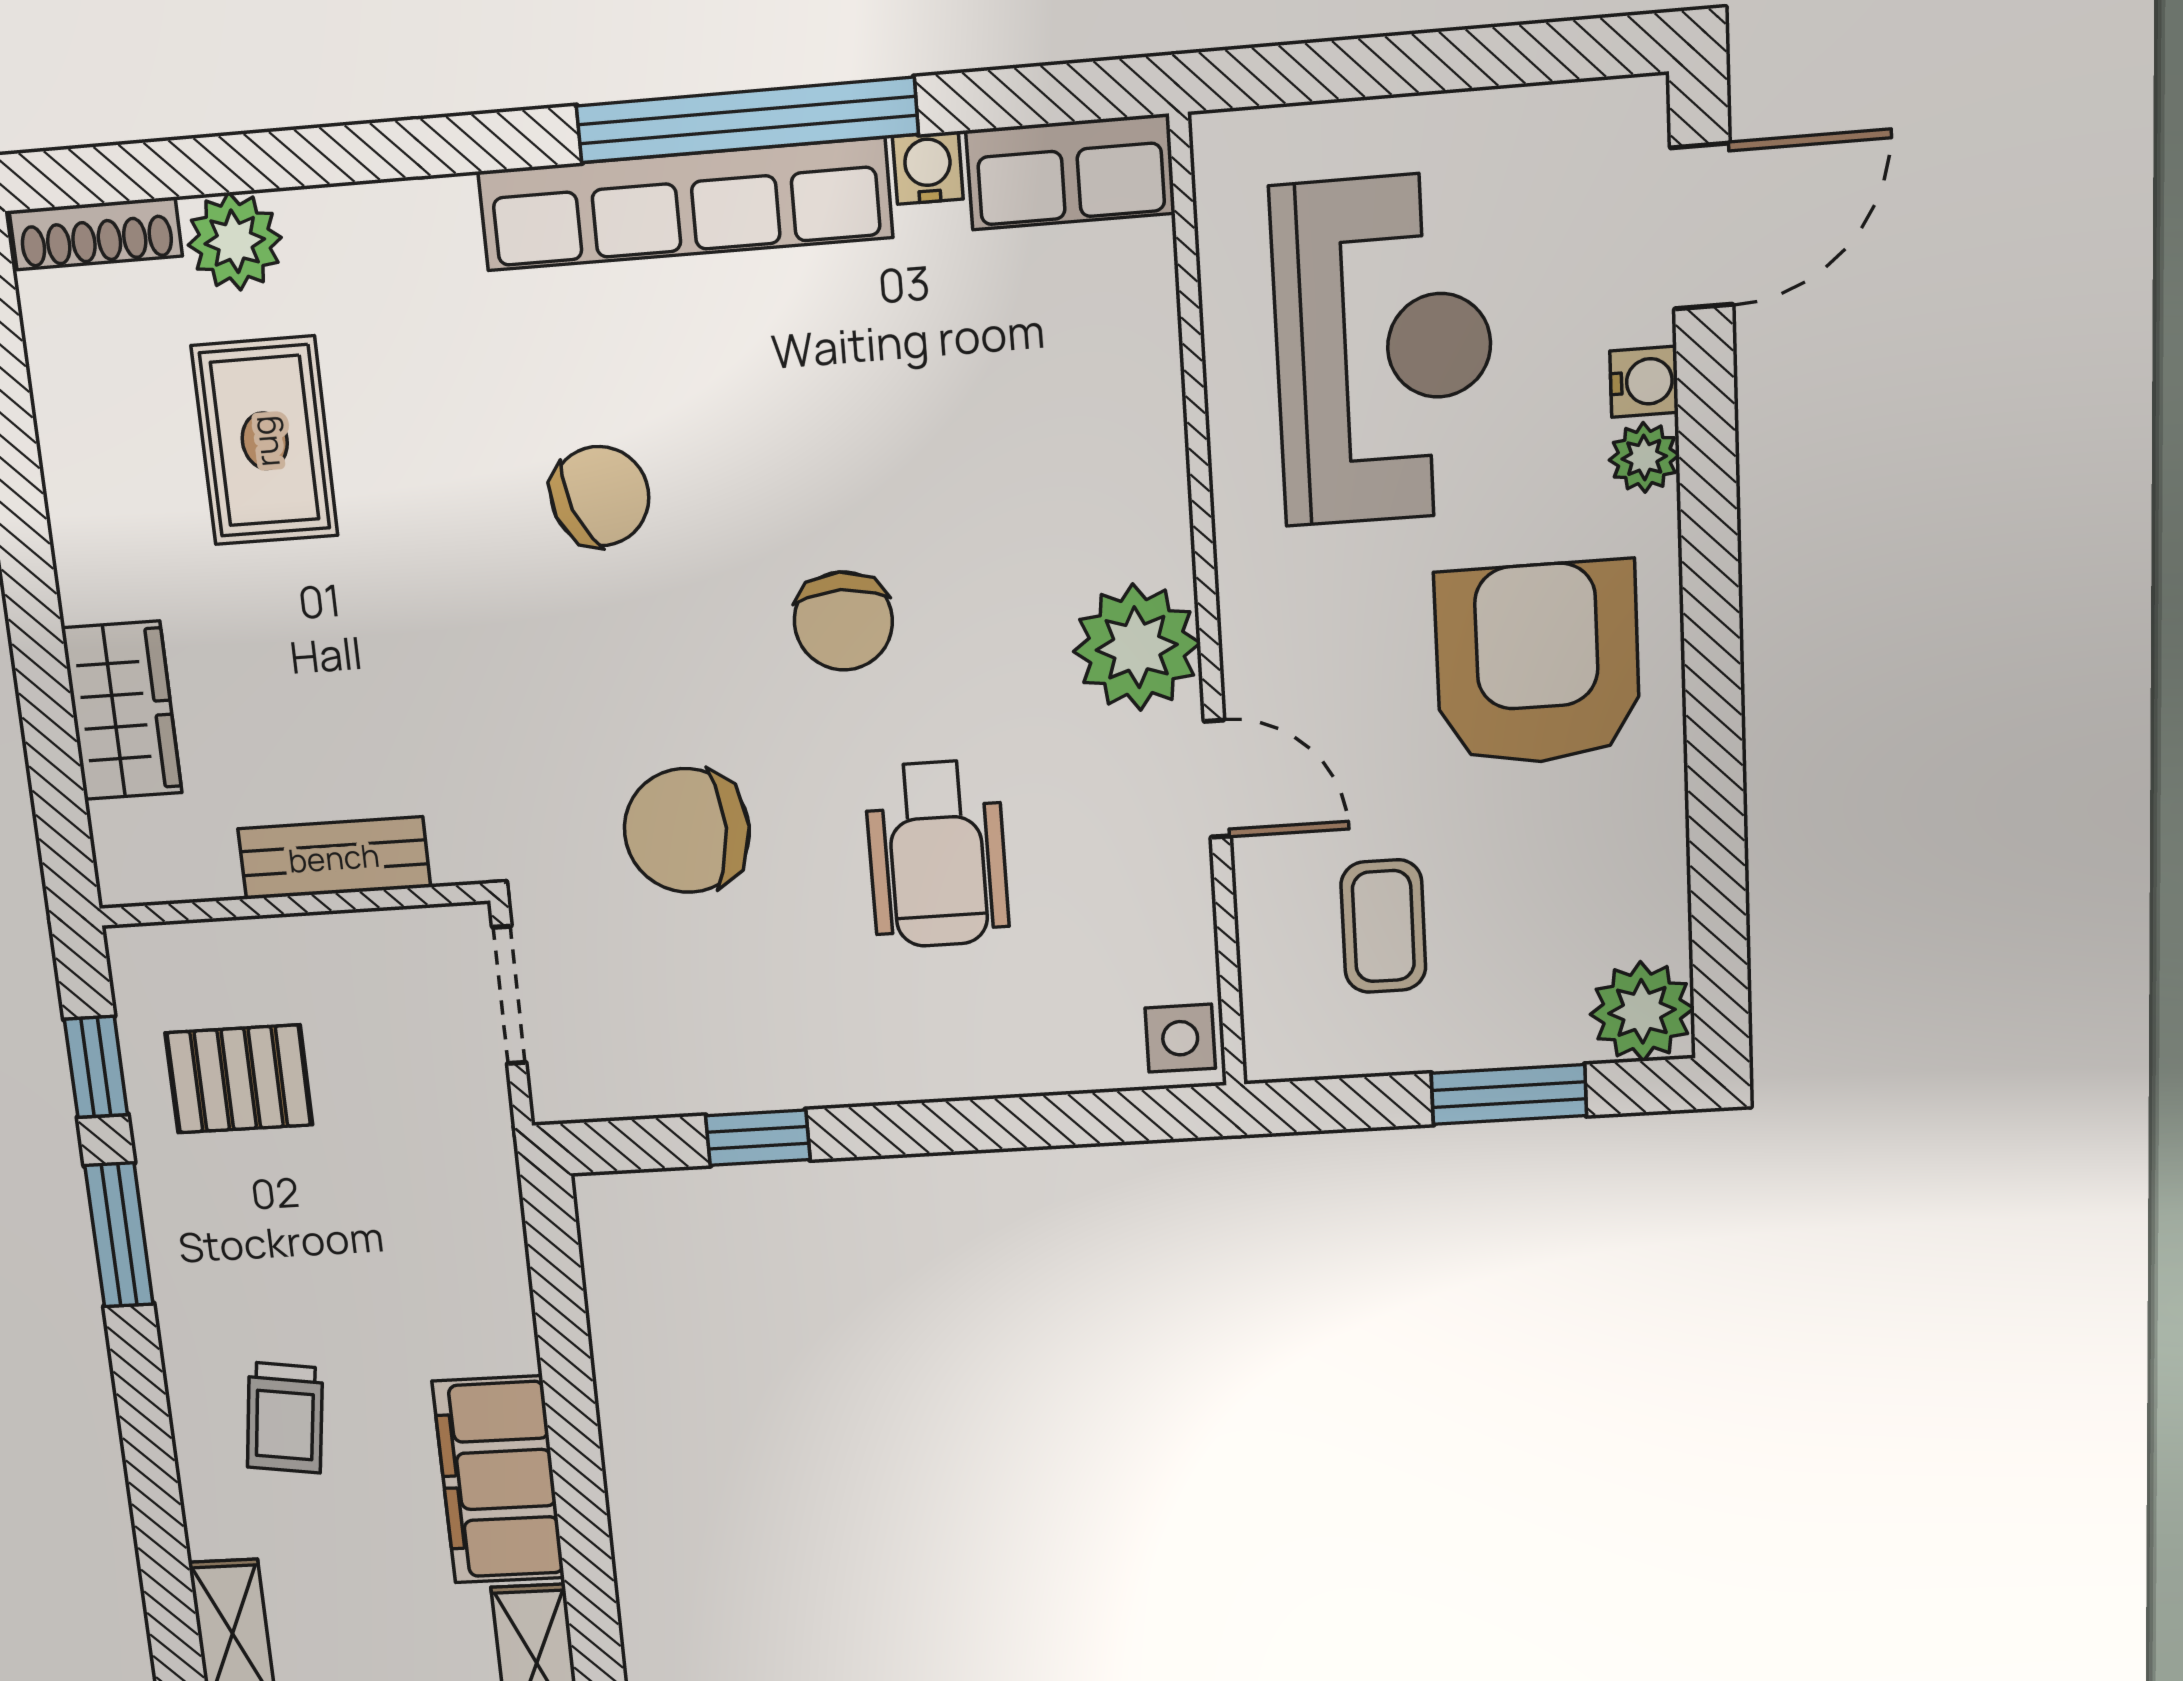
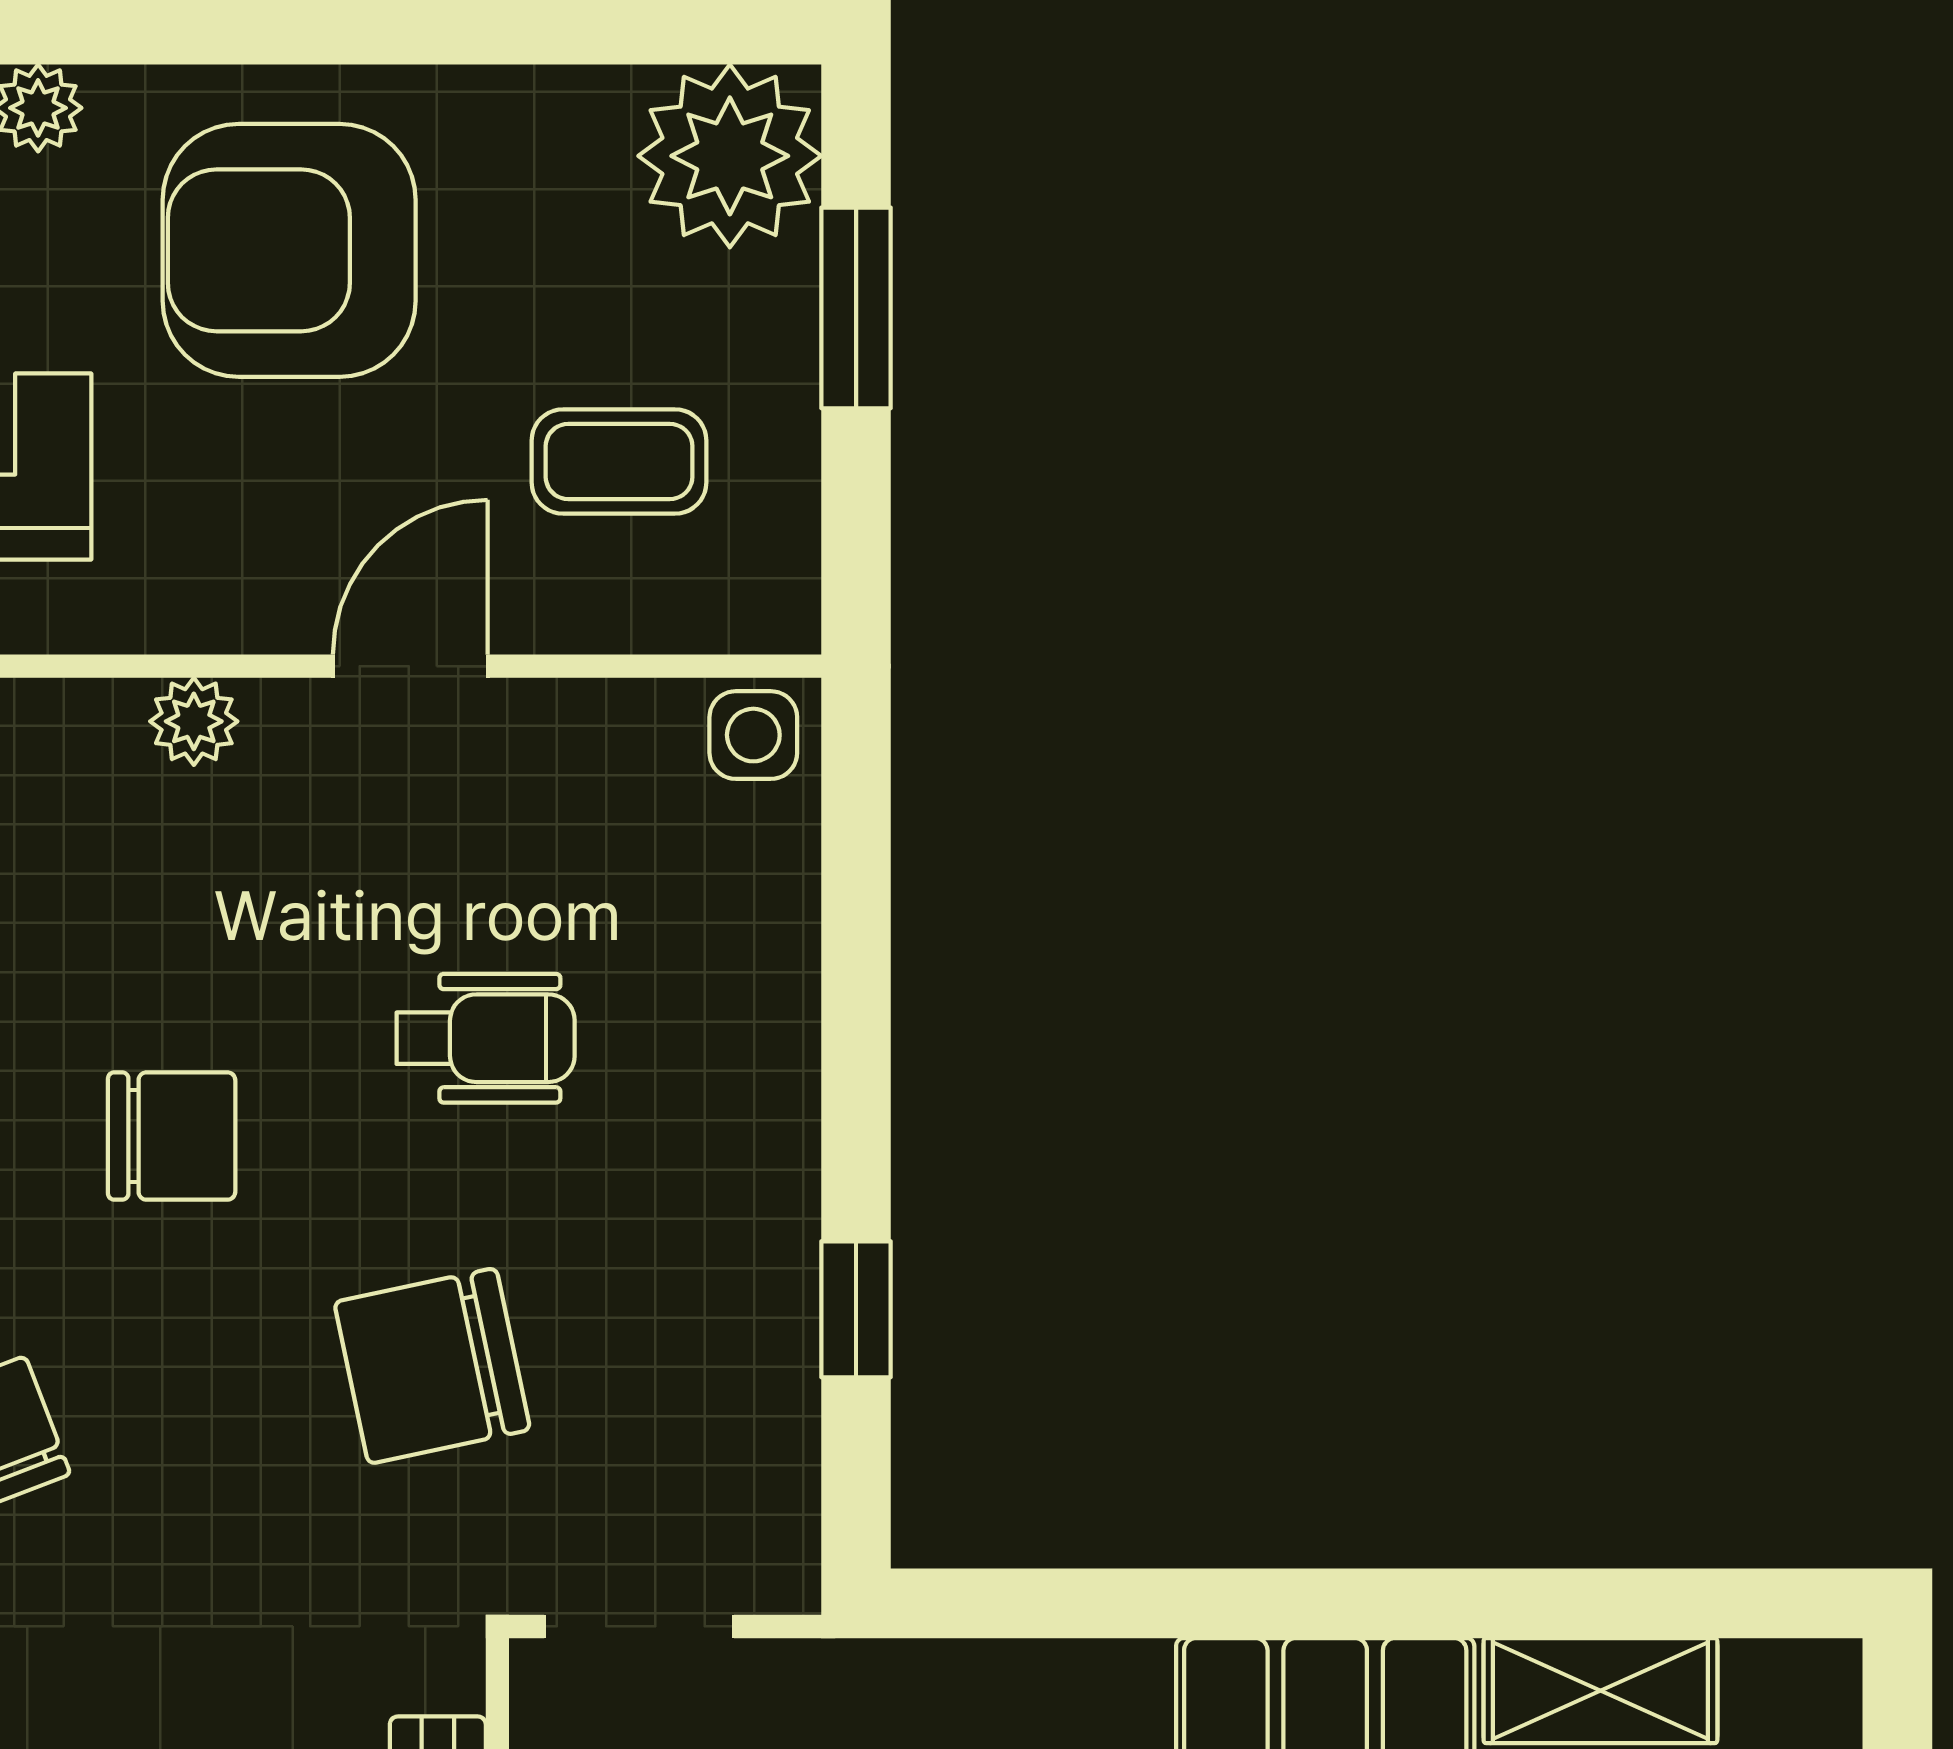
plant: (1137, 647) -> (194, 721), width x0.53, depth x0.53
chair: (687, 831) -> (432, 1366), turned 78
wheelchair: (937, 854) -> (486, 1038), width x0.73, depth x0.73
plant: (1642, 1011) -> (730, 156), width x1.36, depth x1.36

